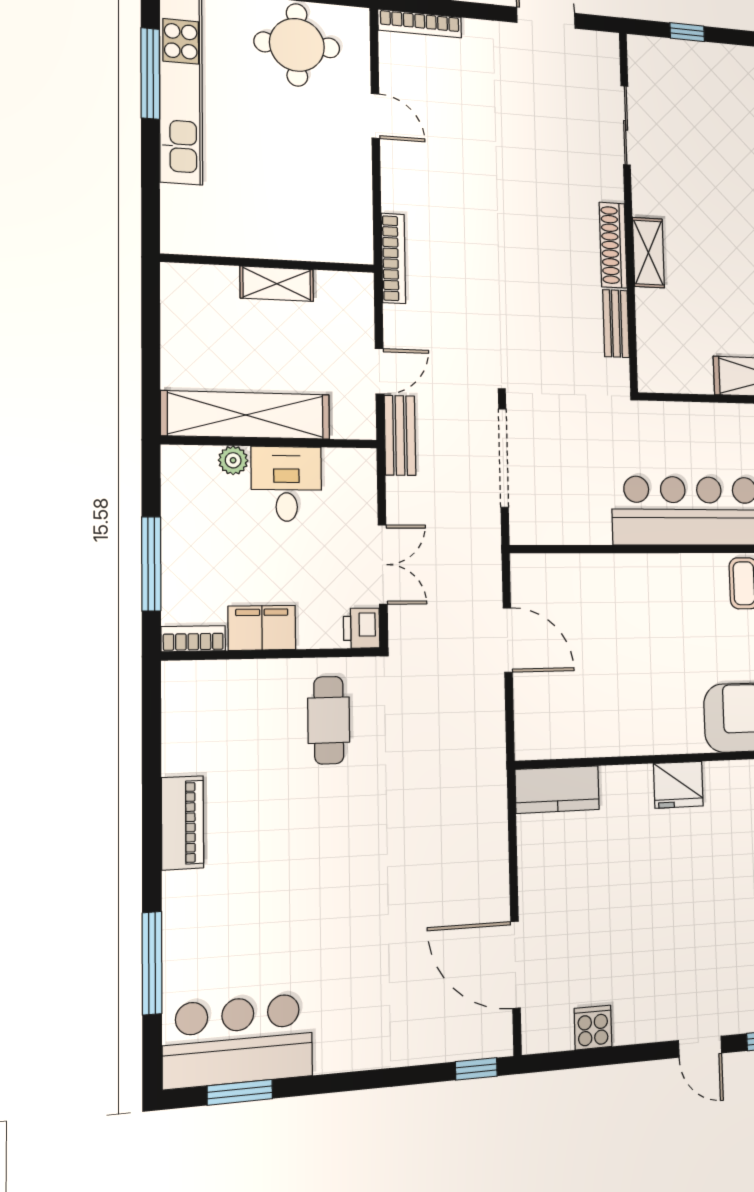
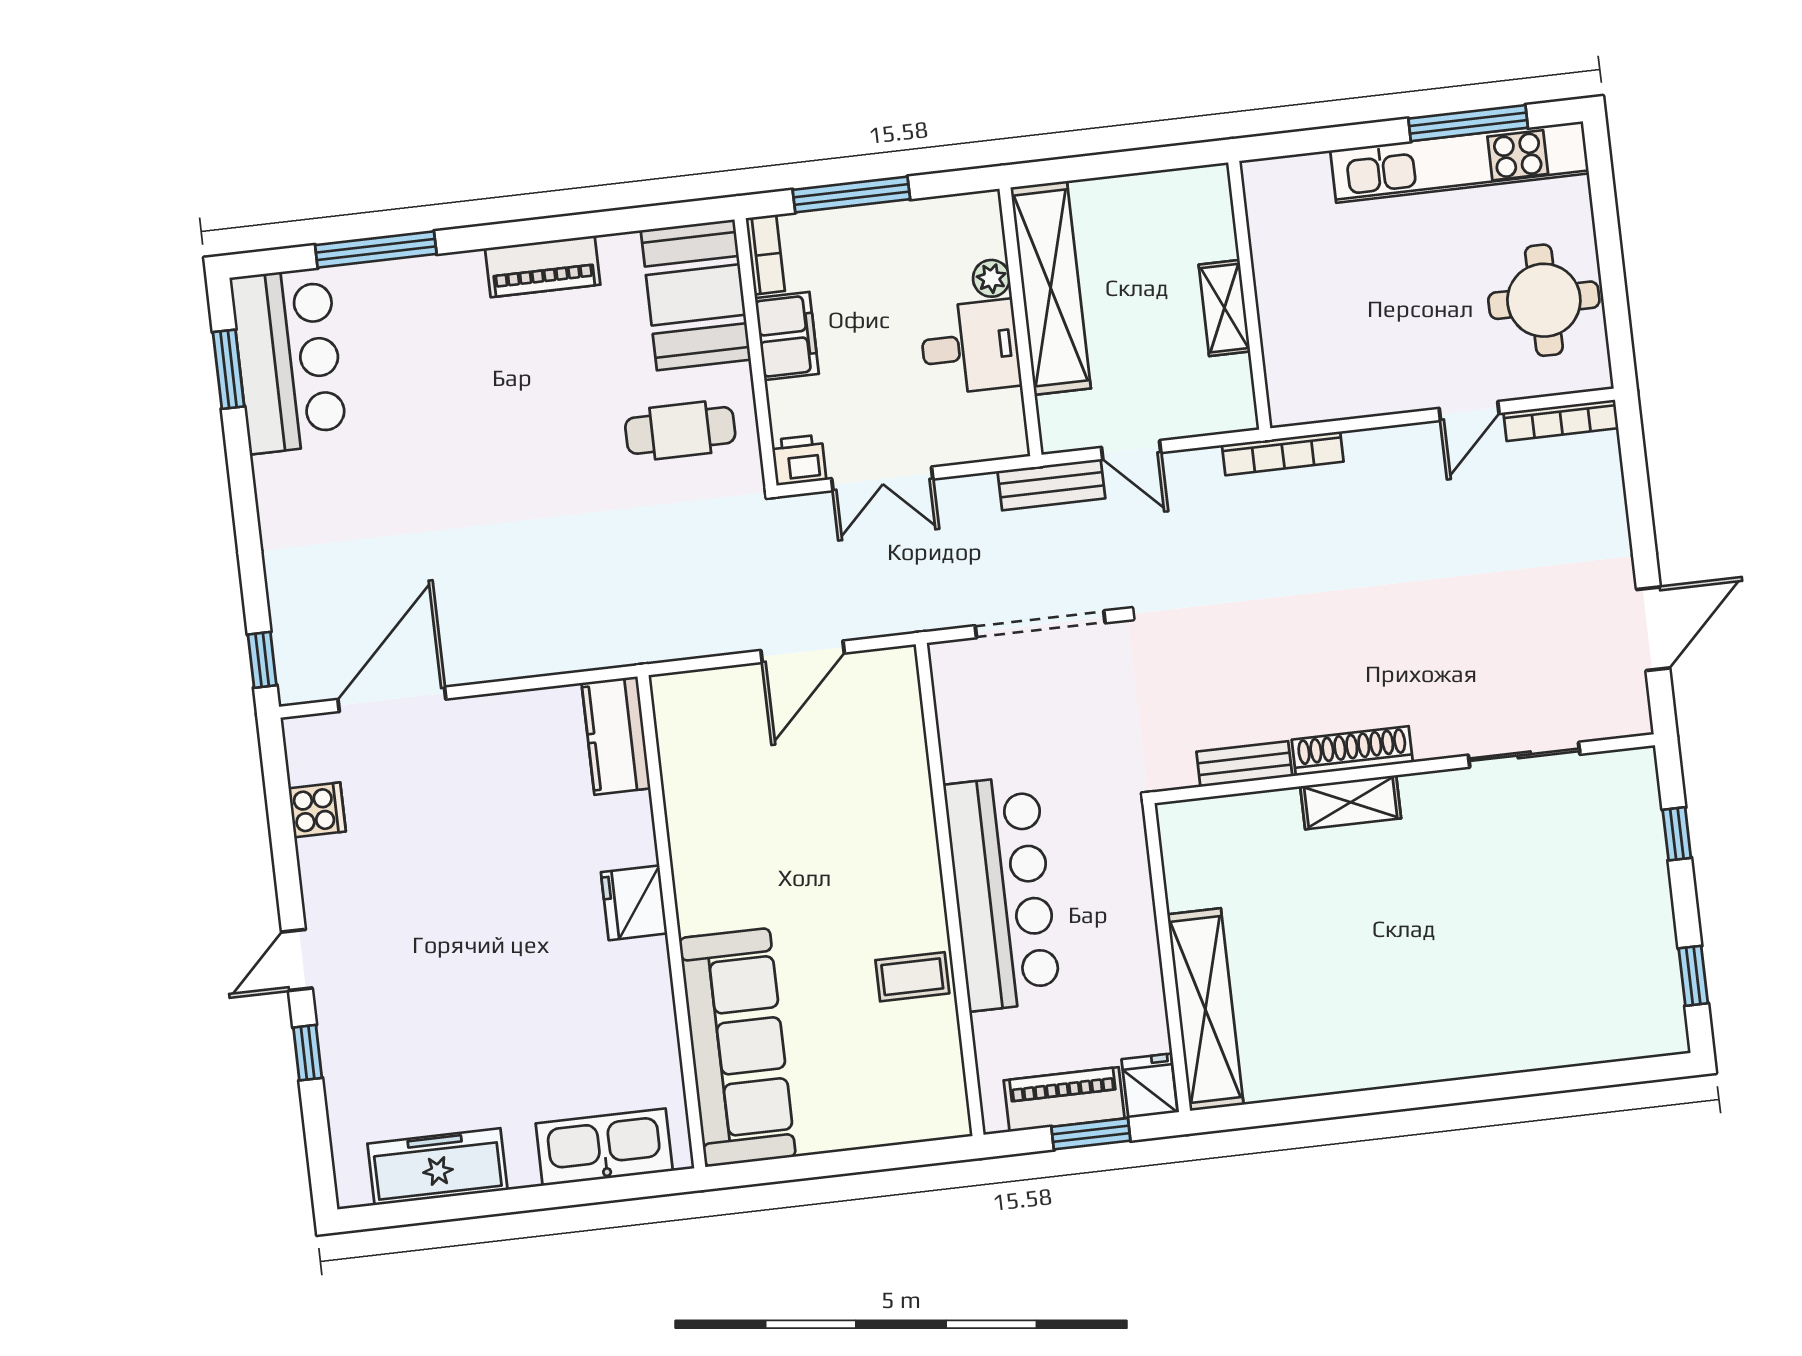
bookcase: (420, 24) -> (1561, 420), moved, turned -90
booth: (220, 698) -> (696, 295), added

